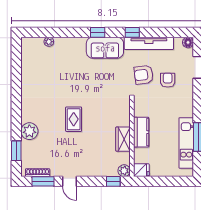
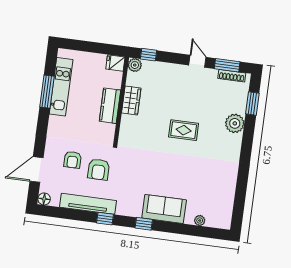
sofa: (105, 48) -> (164, 209), moved
armchair: (144, 75) -> (99, 169), turned 97
rug: (74, 119) -> (184, 130), turned 90

